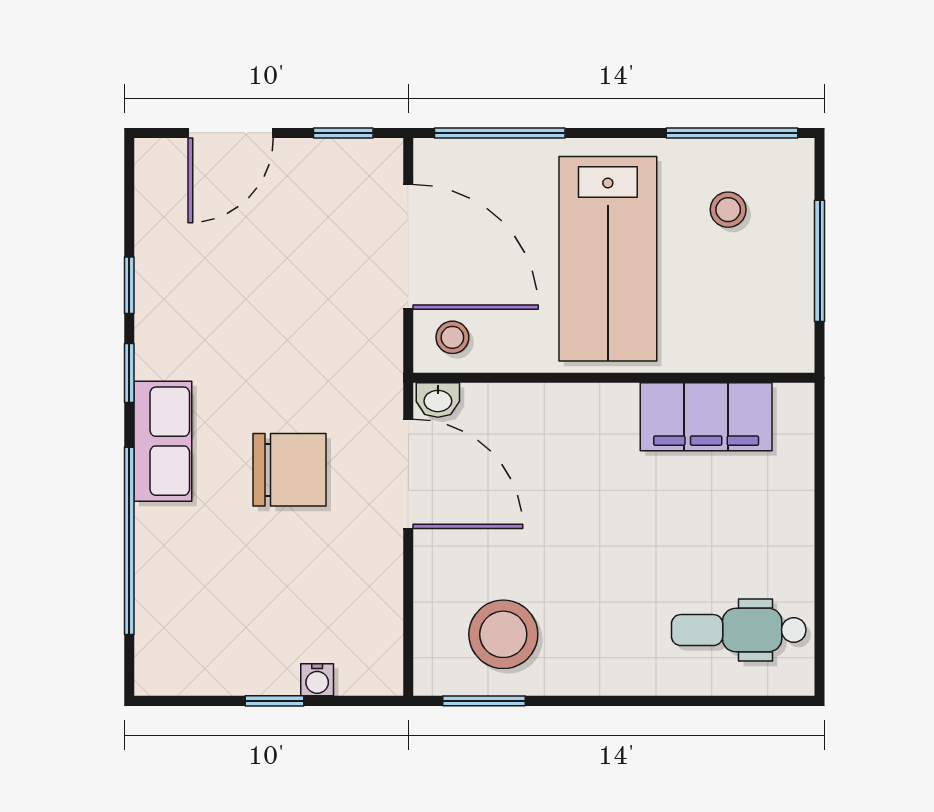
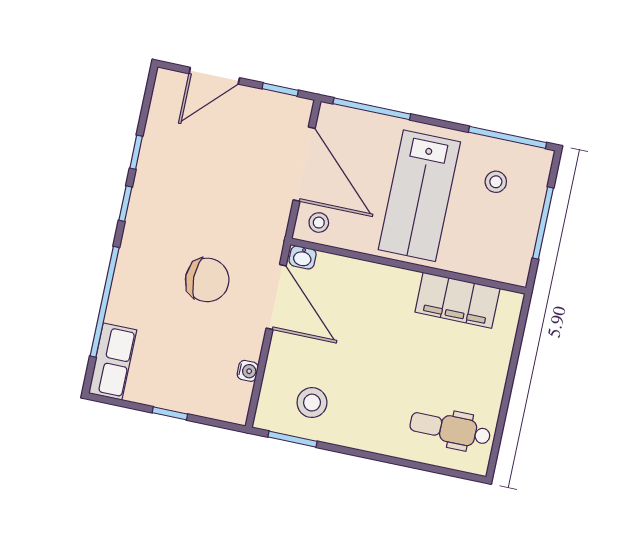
row of seats: (163, 441) -> (113, 361), moved
stool: (503, 634) -> (312, 403), width x0.73, depth x0.73
water cooler: (317, 680) -> (248, 371), moved, turned -90

